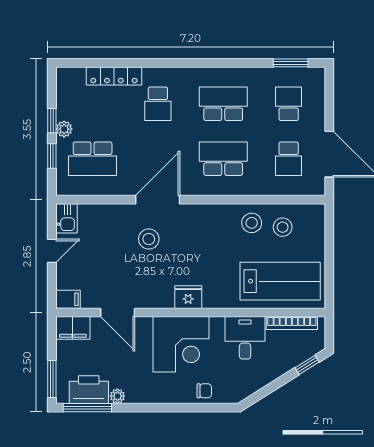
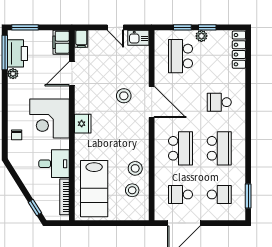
locker: (114, 76) -> (239, 50), moved

